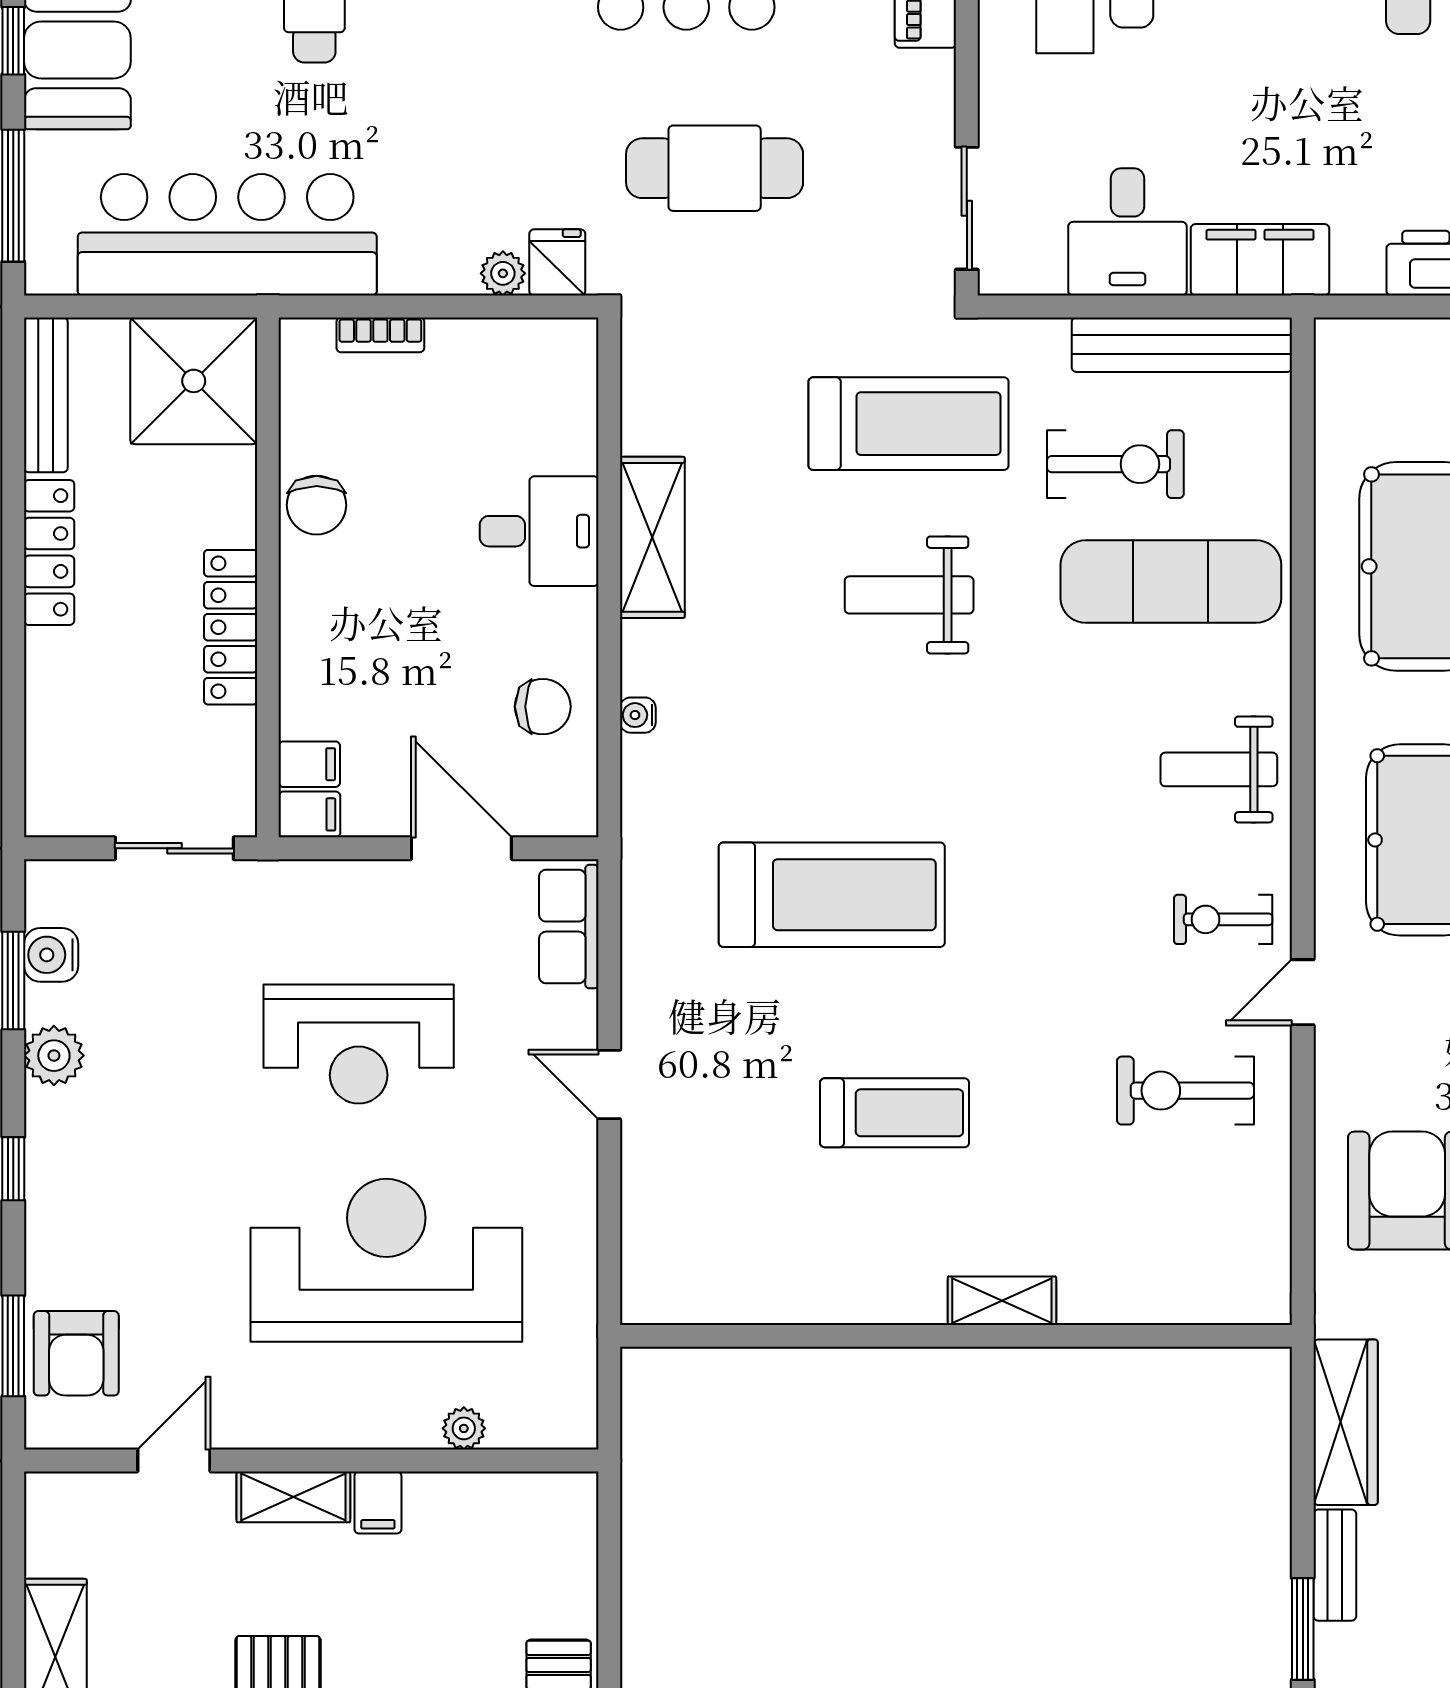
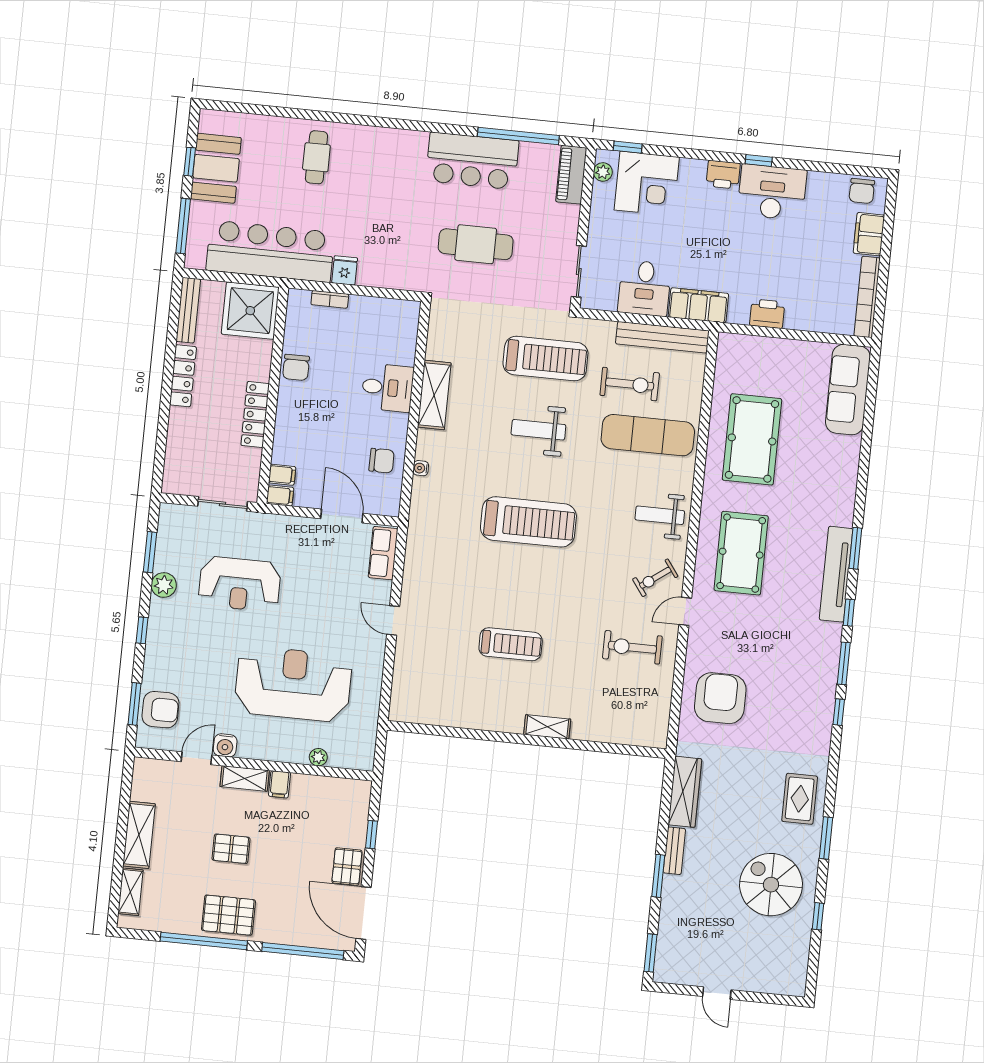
fridge: (557, 262) -> (345, 270), moved
plant: (503, 273) -> (383, 279), removed
treadmill: (832, 895) -> (528, 522), moved
exercise bike: (1223, 919) -> (655, 578), turned -36
water cooler: (51, 955) -> (225, 745), moved, turned -90
reception desk: (359, 1044) -> (240, 584), moved
armchair: (76, 1353) -> (160, 710), turned -90
window: (609, 1600) -> (371, 835), added

